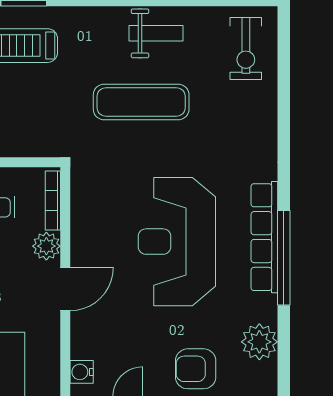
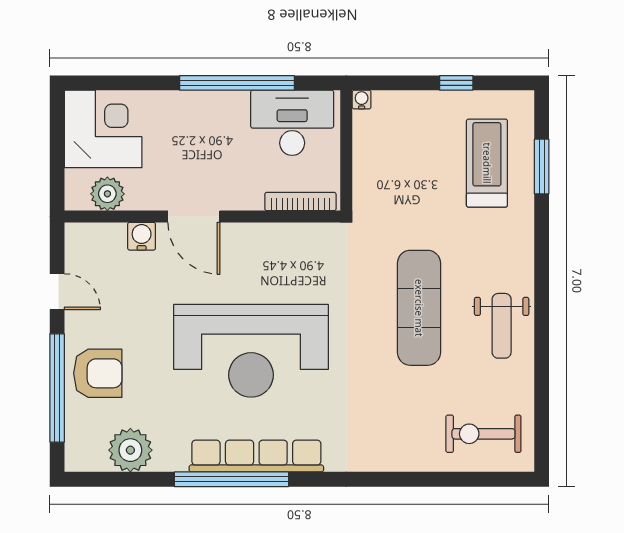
reception desk: (177, 242) -> (251, 351), turned 180
plant: (46, 246) -> (107, 194), moved
armchair: (196, 369) -> (98, 373), turned 90
water cooler: (82, 372) -> (142, 236), moved

